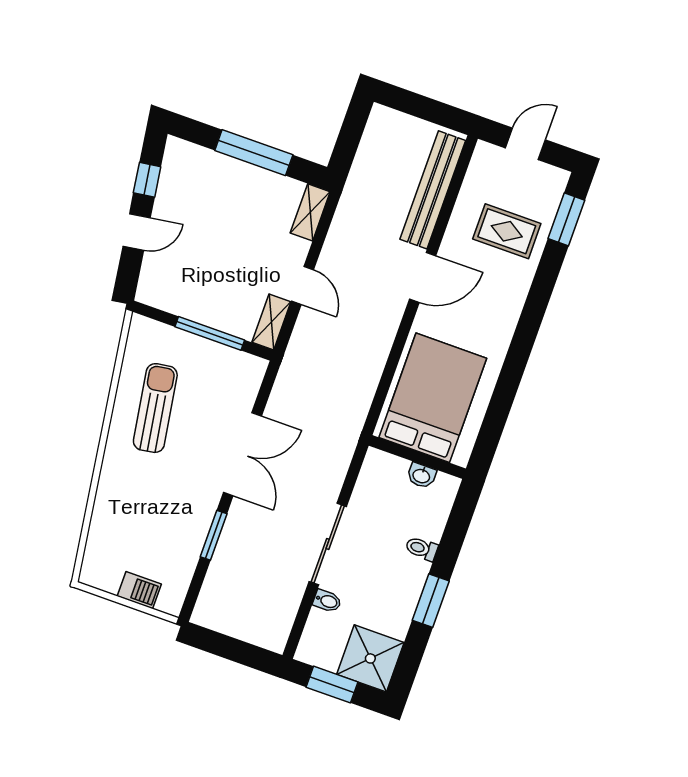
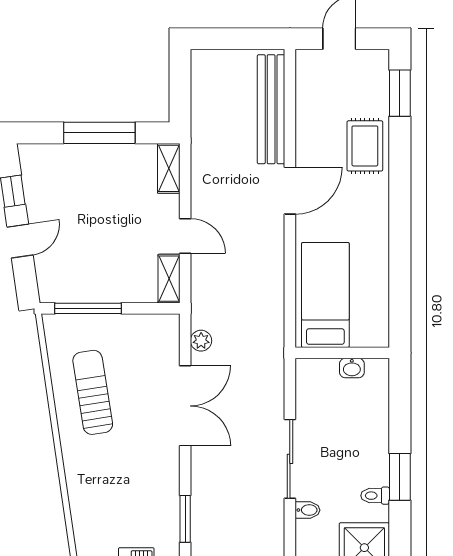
rug: (507, 231) -> (365, 146), moved, turned 90
window: (210, 333) -> (88, 308), moved
plant: (281, 395) -> (201, 341), added
bed: (433, 398) -> (325, 295), width x0.67
window: (214, 535) -> (185, 519), moved
toilet: (422, 549) -> (375, 496), moved

